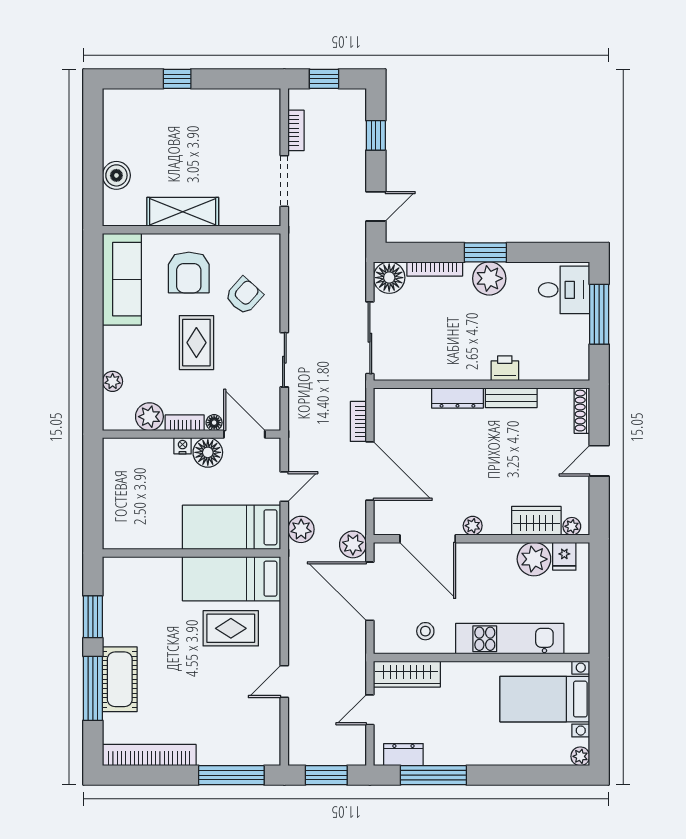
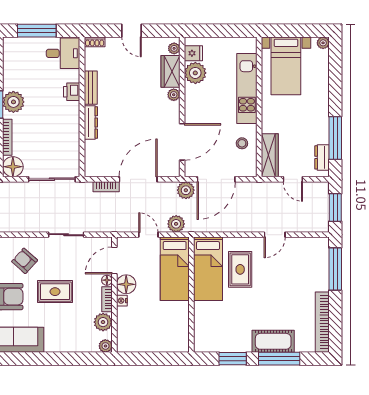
desk: (564, 290) -> (63, 53), moved, turned 90
plant: (113, 381) -> (105, 346), moved
shoe rack: (582, 411) -> (95, 42), width x0.70
plant: (473, 526) -> (174, 95), moved
door: (284, 681) -> (275, 235), hinge flipped

